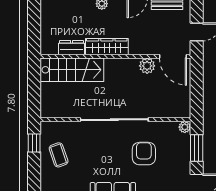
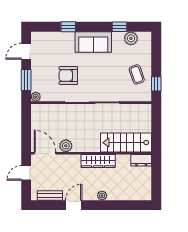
dresser: (72, 48) -> (141, 160), moved
armchair: (144, 154) -> (68, 75), turned 90

